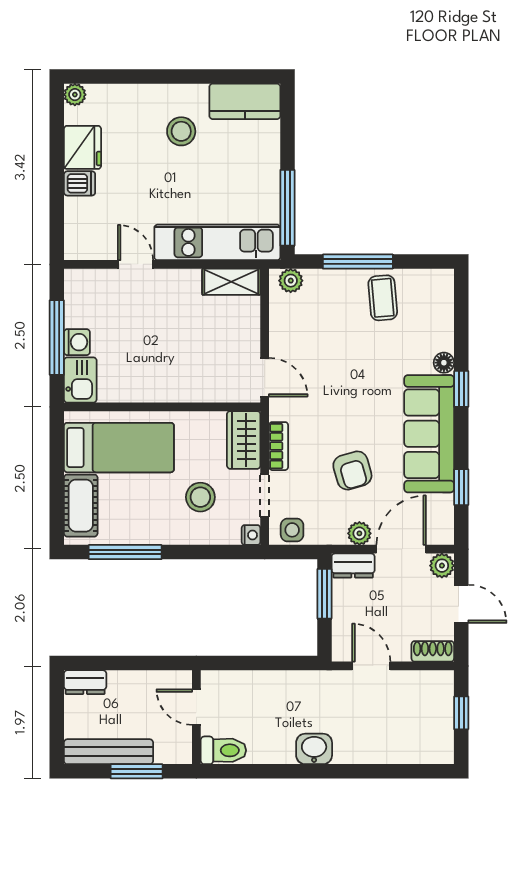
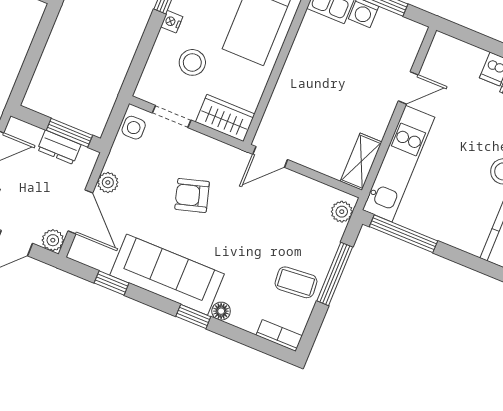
bookcase: (279, 446) -> (279, 335), moved, turned 180
armchair: (352, 470) -> (192, 195), moved
nightstand: (251, 535) -> (172, 22), moved, turned 90
dresser: (353, 566) -> (59, 147), moved, turned -90

